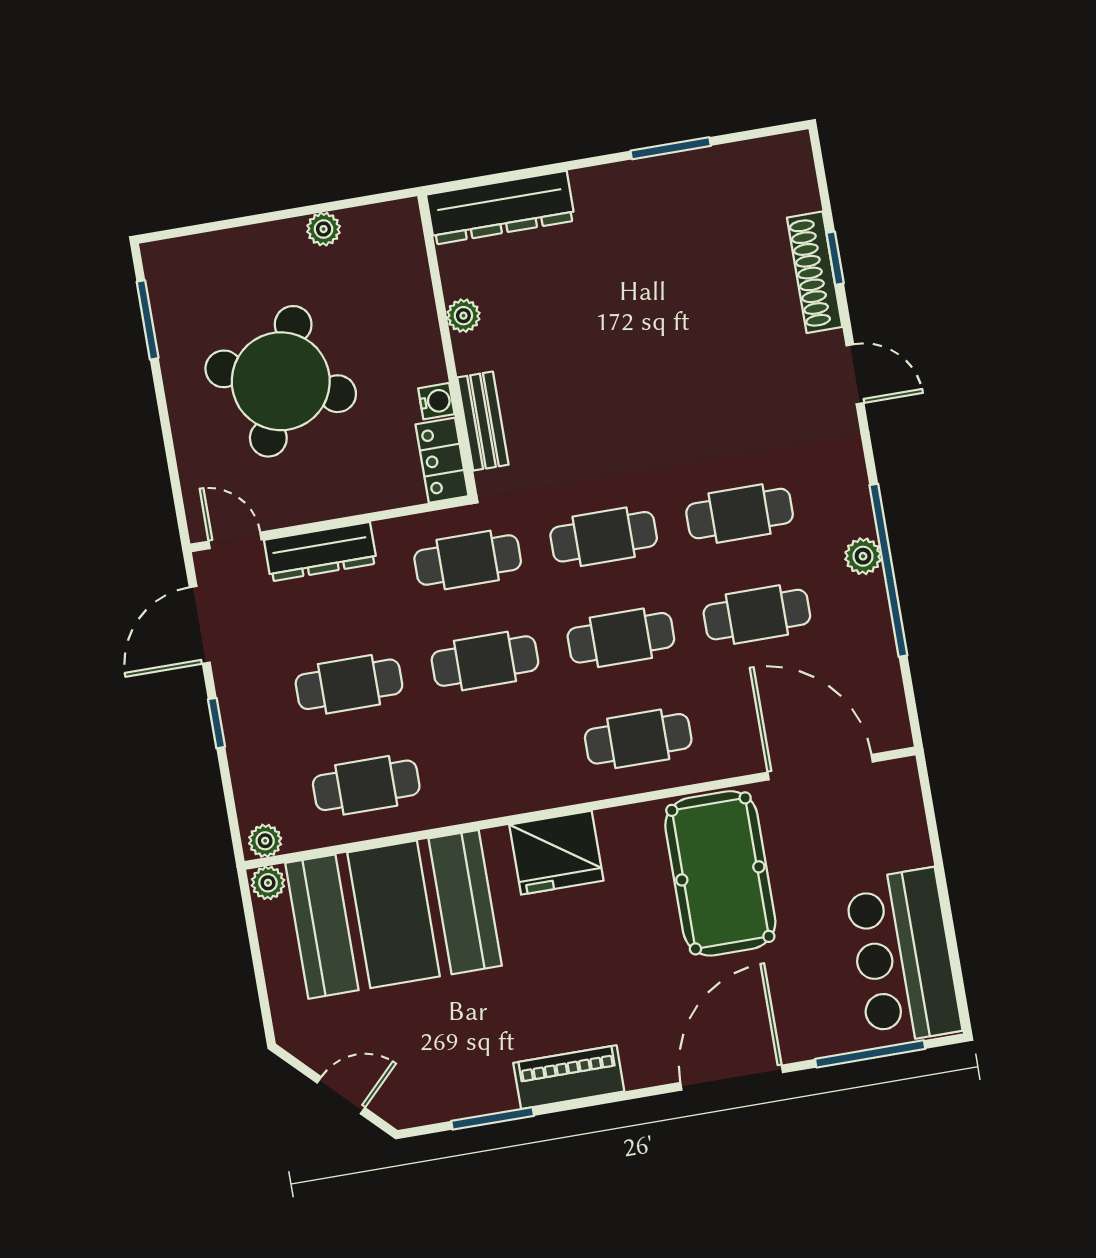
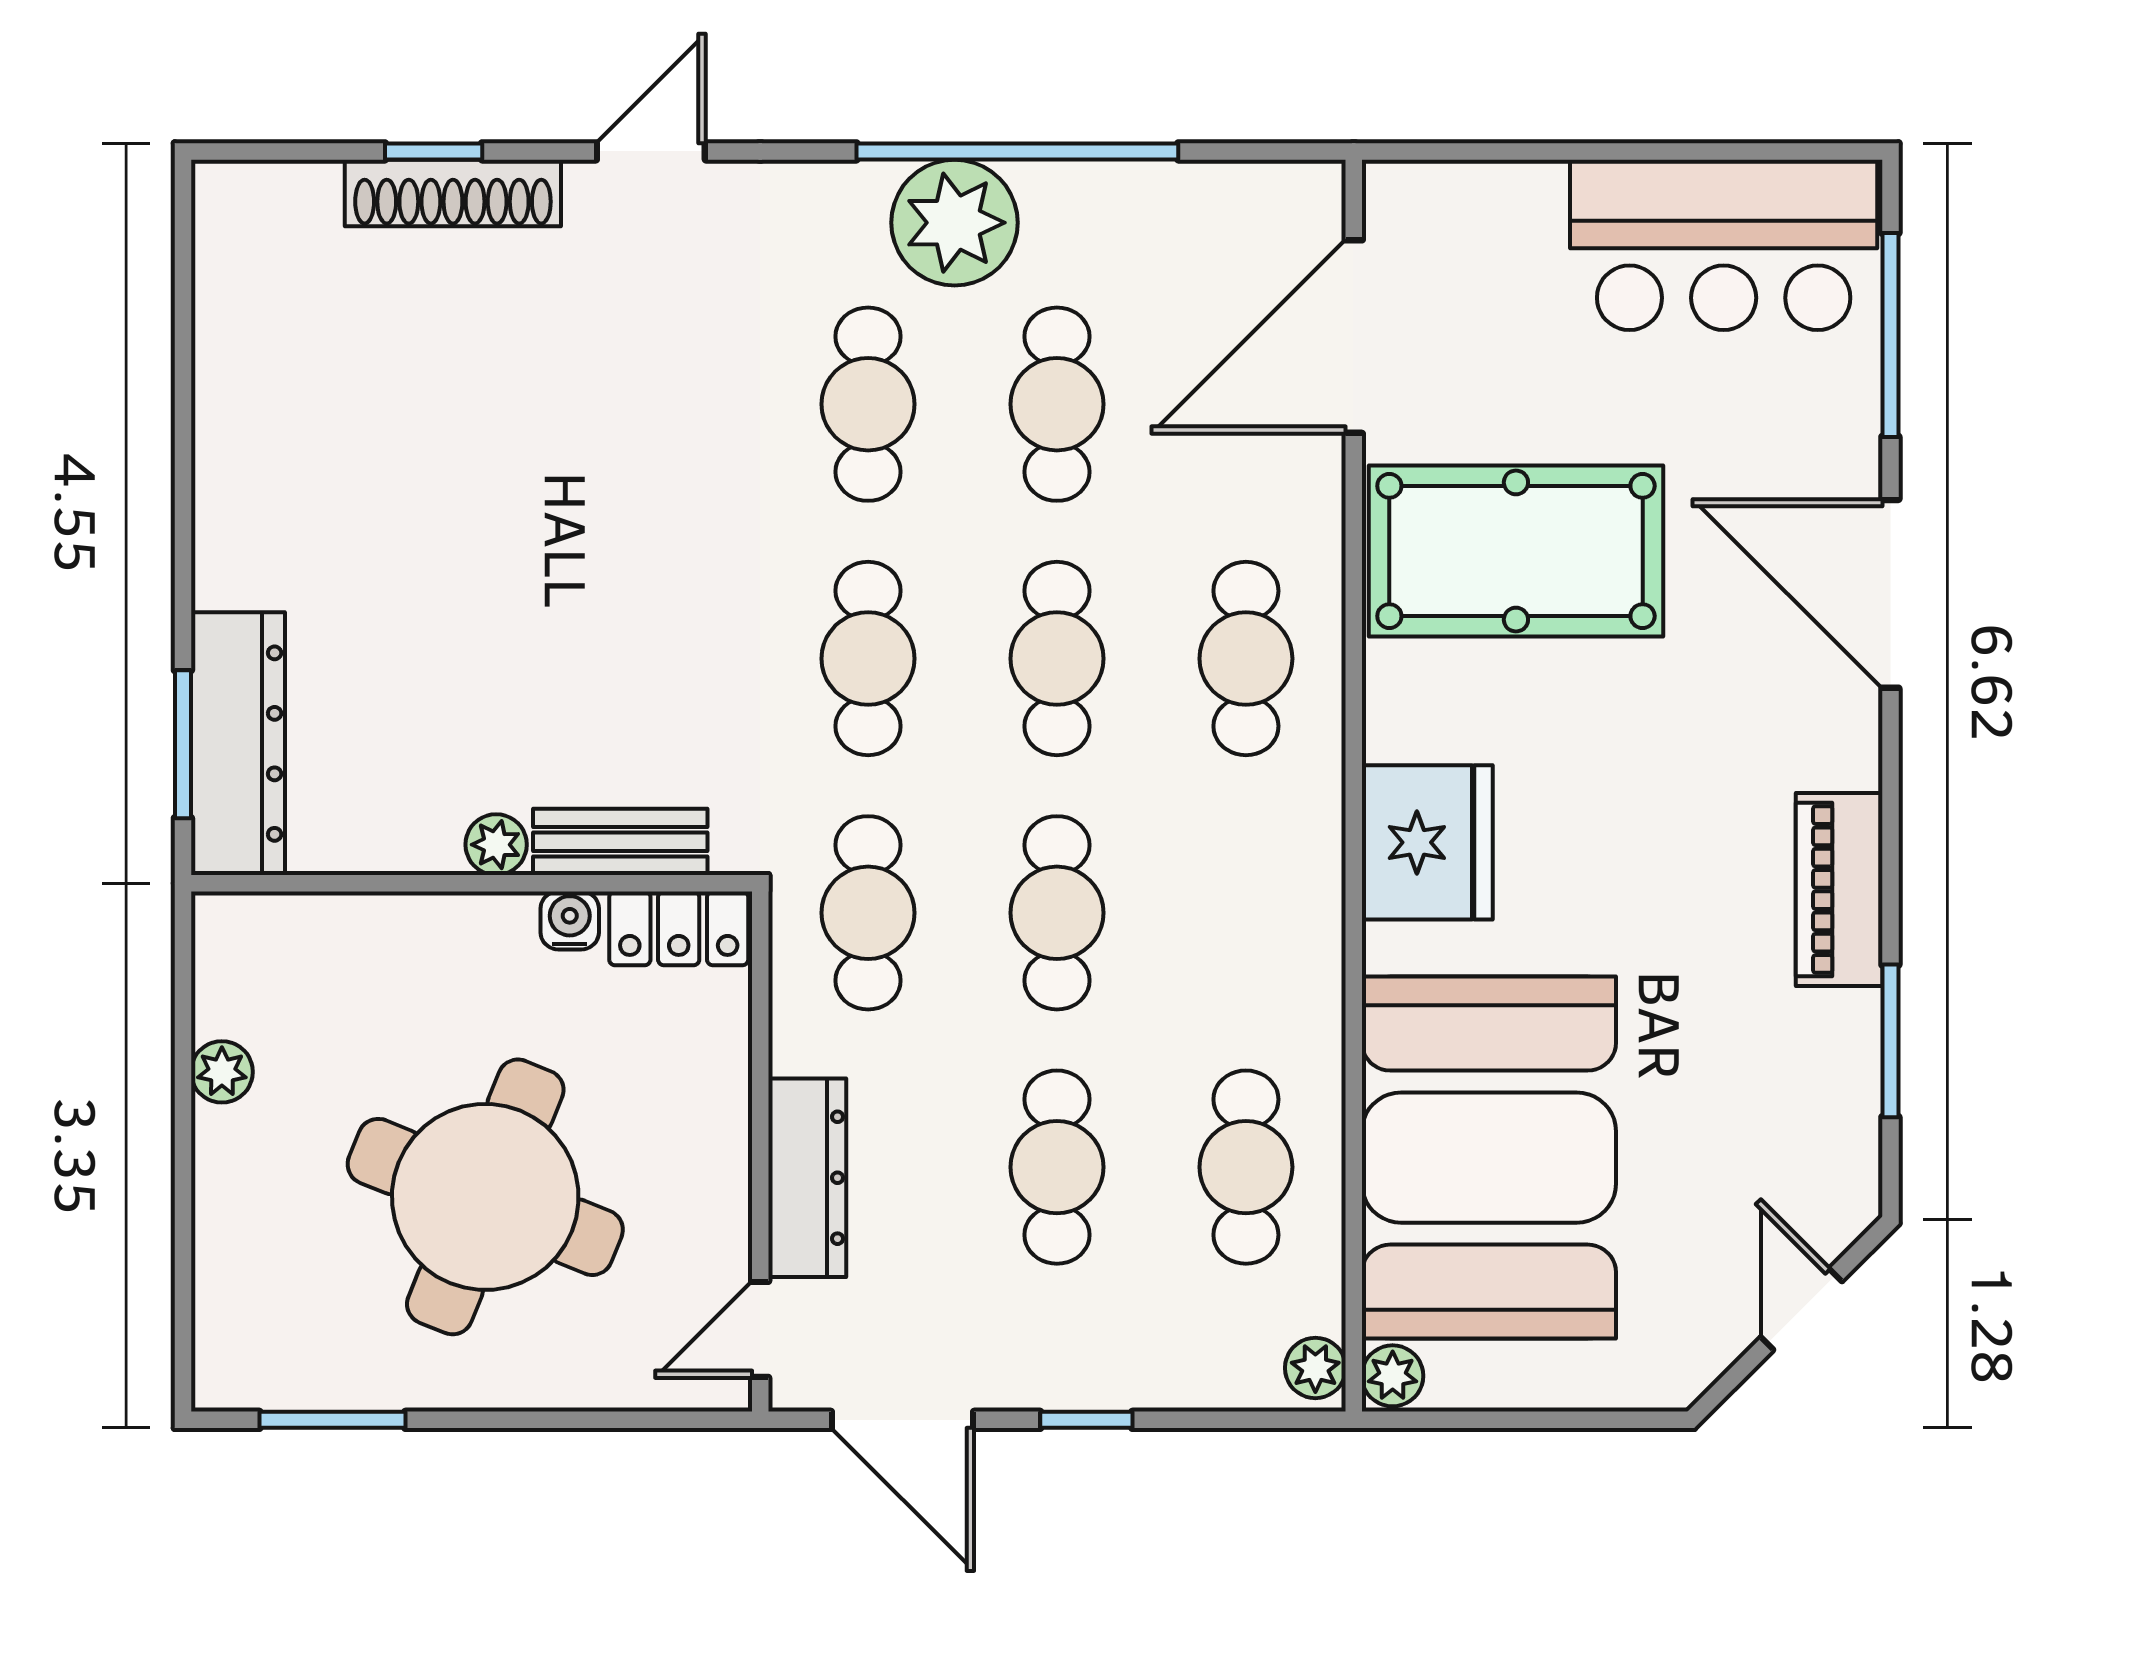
window: (671, 148) -> (183, 744), moved
plant: (463, 316) -> (496, 845), moved
plant: (863, 556) -> (955, 223), width x1.87, depth x1.87

